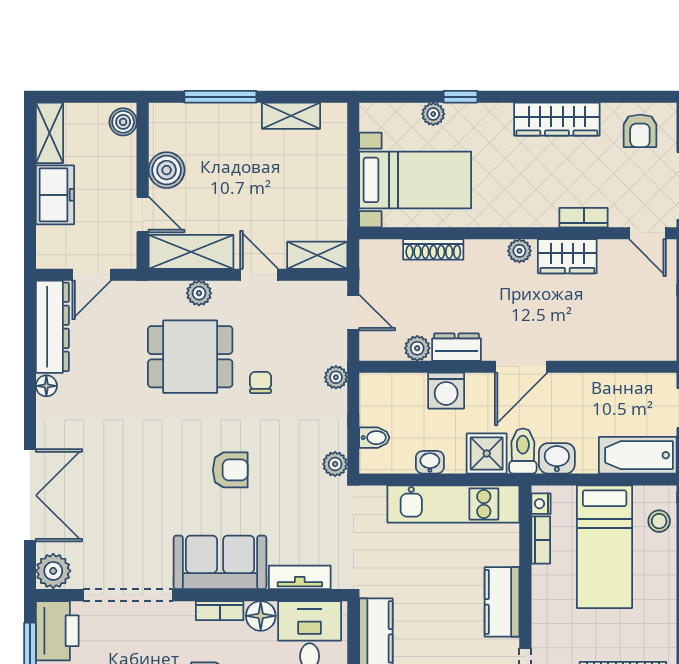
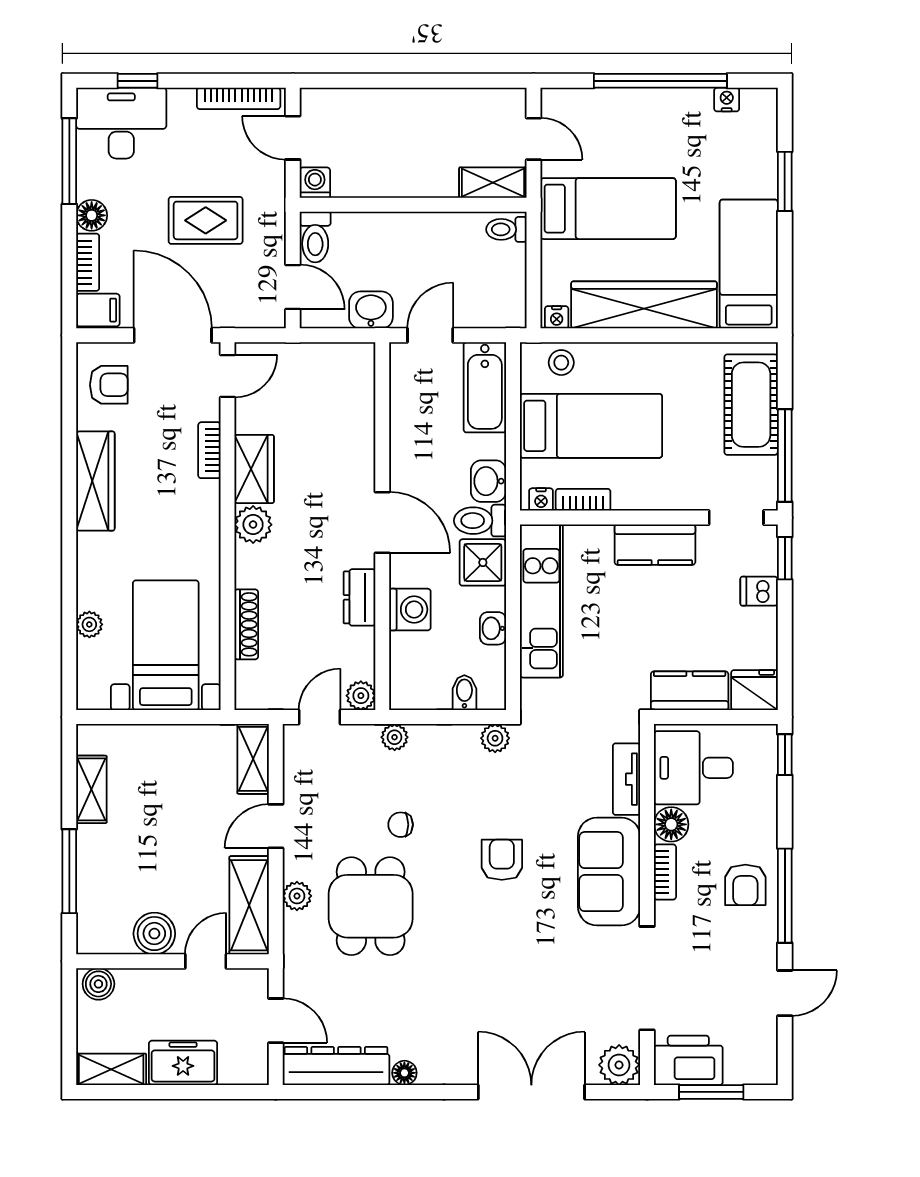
window: (460, 97) -> (69, 593), removed
plant: (519, 251) -> (253, 525), width x1.38, depth x1.38
plant: (417, 348) -> (361, 696), moved

